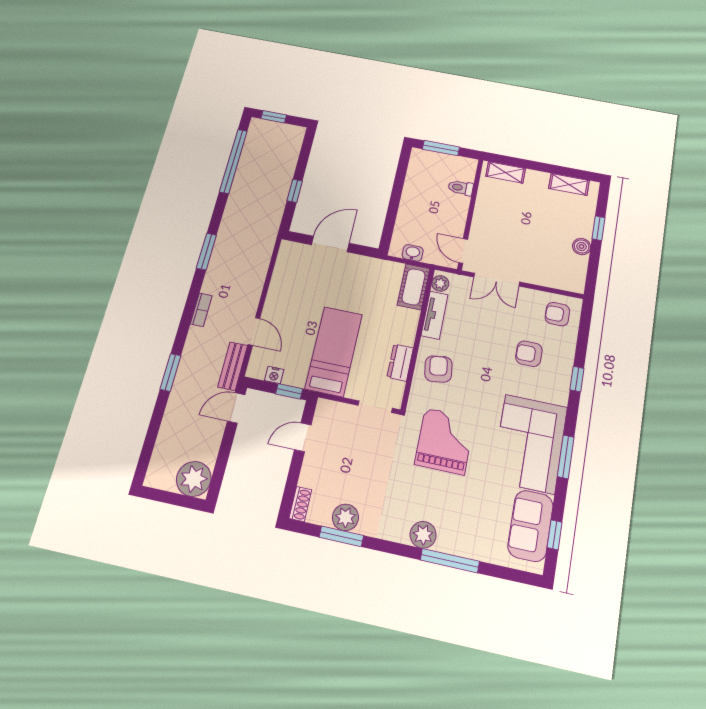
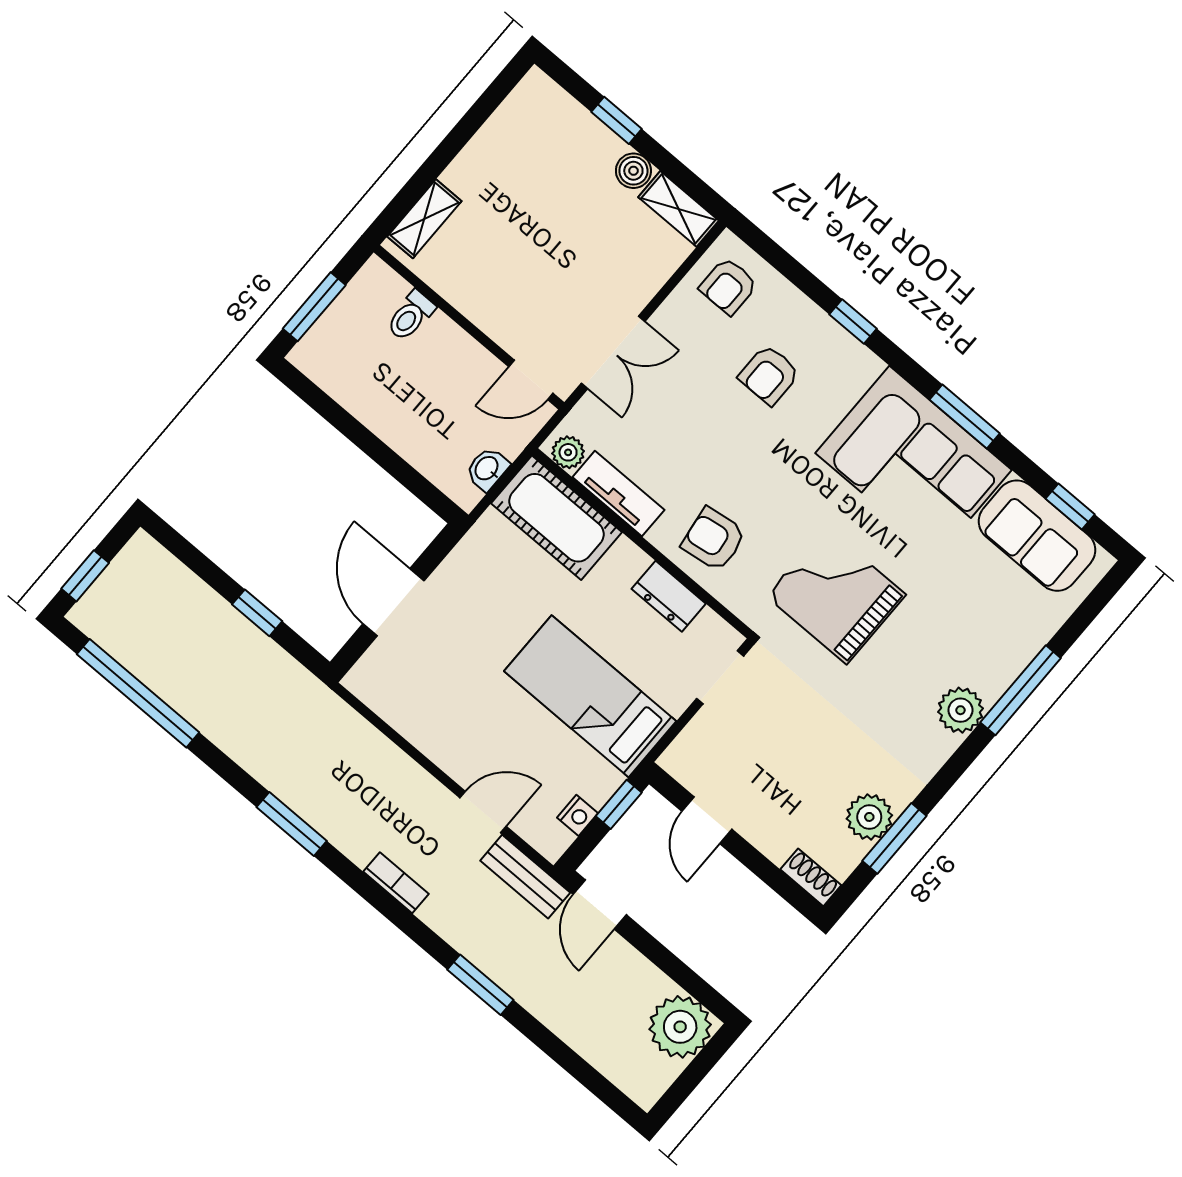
shelving: (569, 184) -> (678, 209), moved, turned 90
cot: (414, 287) -> (557, 518), width x1.37, depth x1.34

